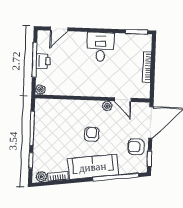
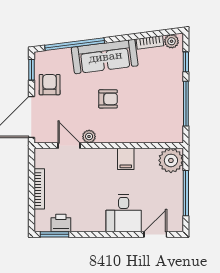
desk: (101, 47) -> (124, 213), moved
printer: (43, 61) -> (61, 223), moved, turned 90
filing cabinet: (80, 88) -> (126, 159), added
plant: (40, 90) -> (171, 160), width x1.87, depth x1.87
armchair: (92, 134) -> (108, 99), turned -92
armchair: (136, 147) -> (50, 85), turned -90

